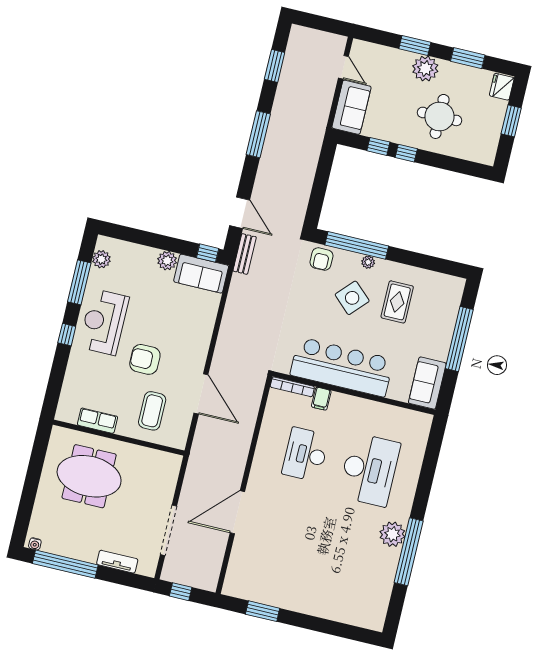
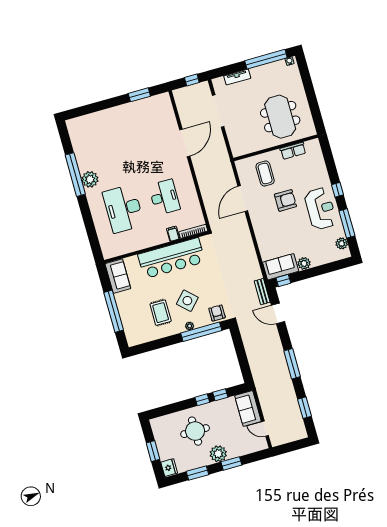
door: (201, 394) -> (243, 199), hinge flipped
meeting table: (89, 476) -> (280, 117), turned 90

